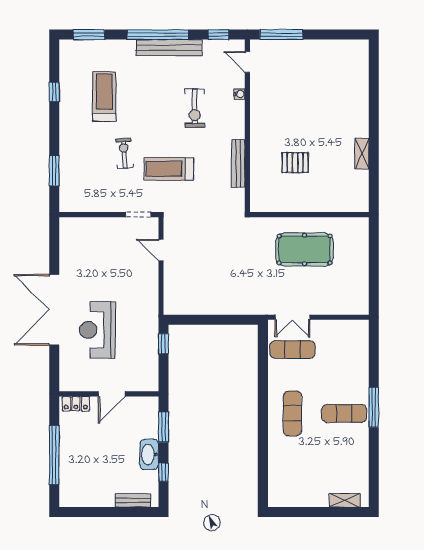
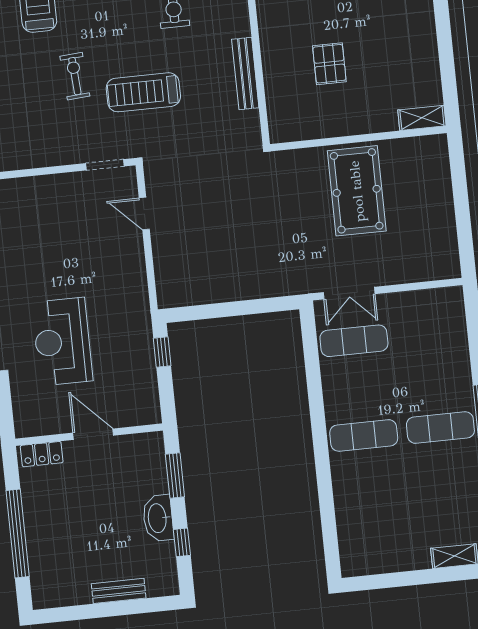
shelving: (362, 154) -> (422, 118), moved, turned 90
pallet: (295, 163) -> (329, 64), turned 90
pool table: (305, 249) -> (357, 191), turned 90
door: (112, 394) -> (93, 434), swing flipped
exercise mat: (292, 413) -> (364, 435), turned 90
bench: (133, 500) -> (119, 591), moved

